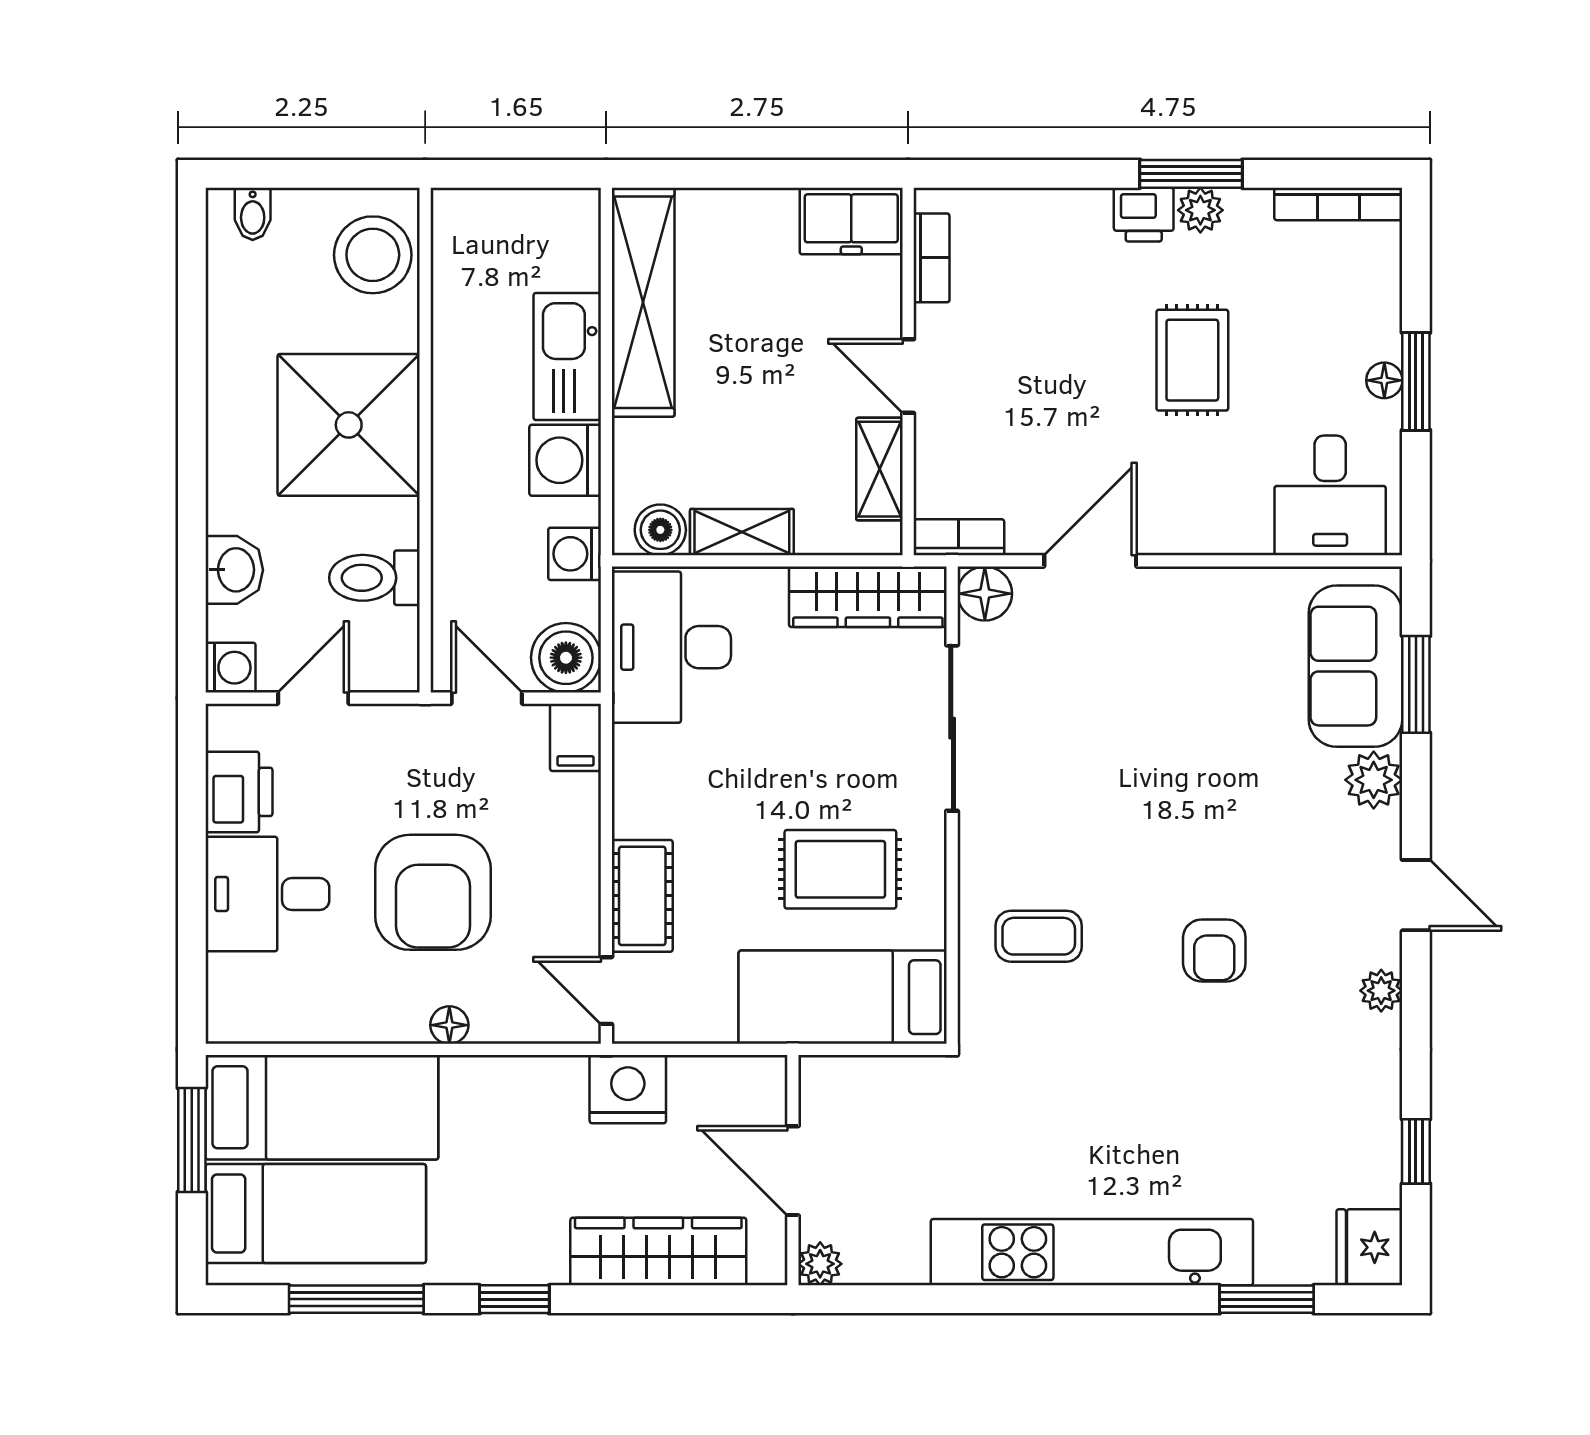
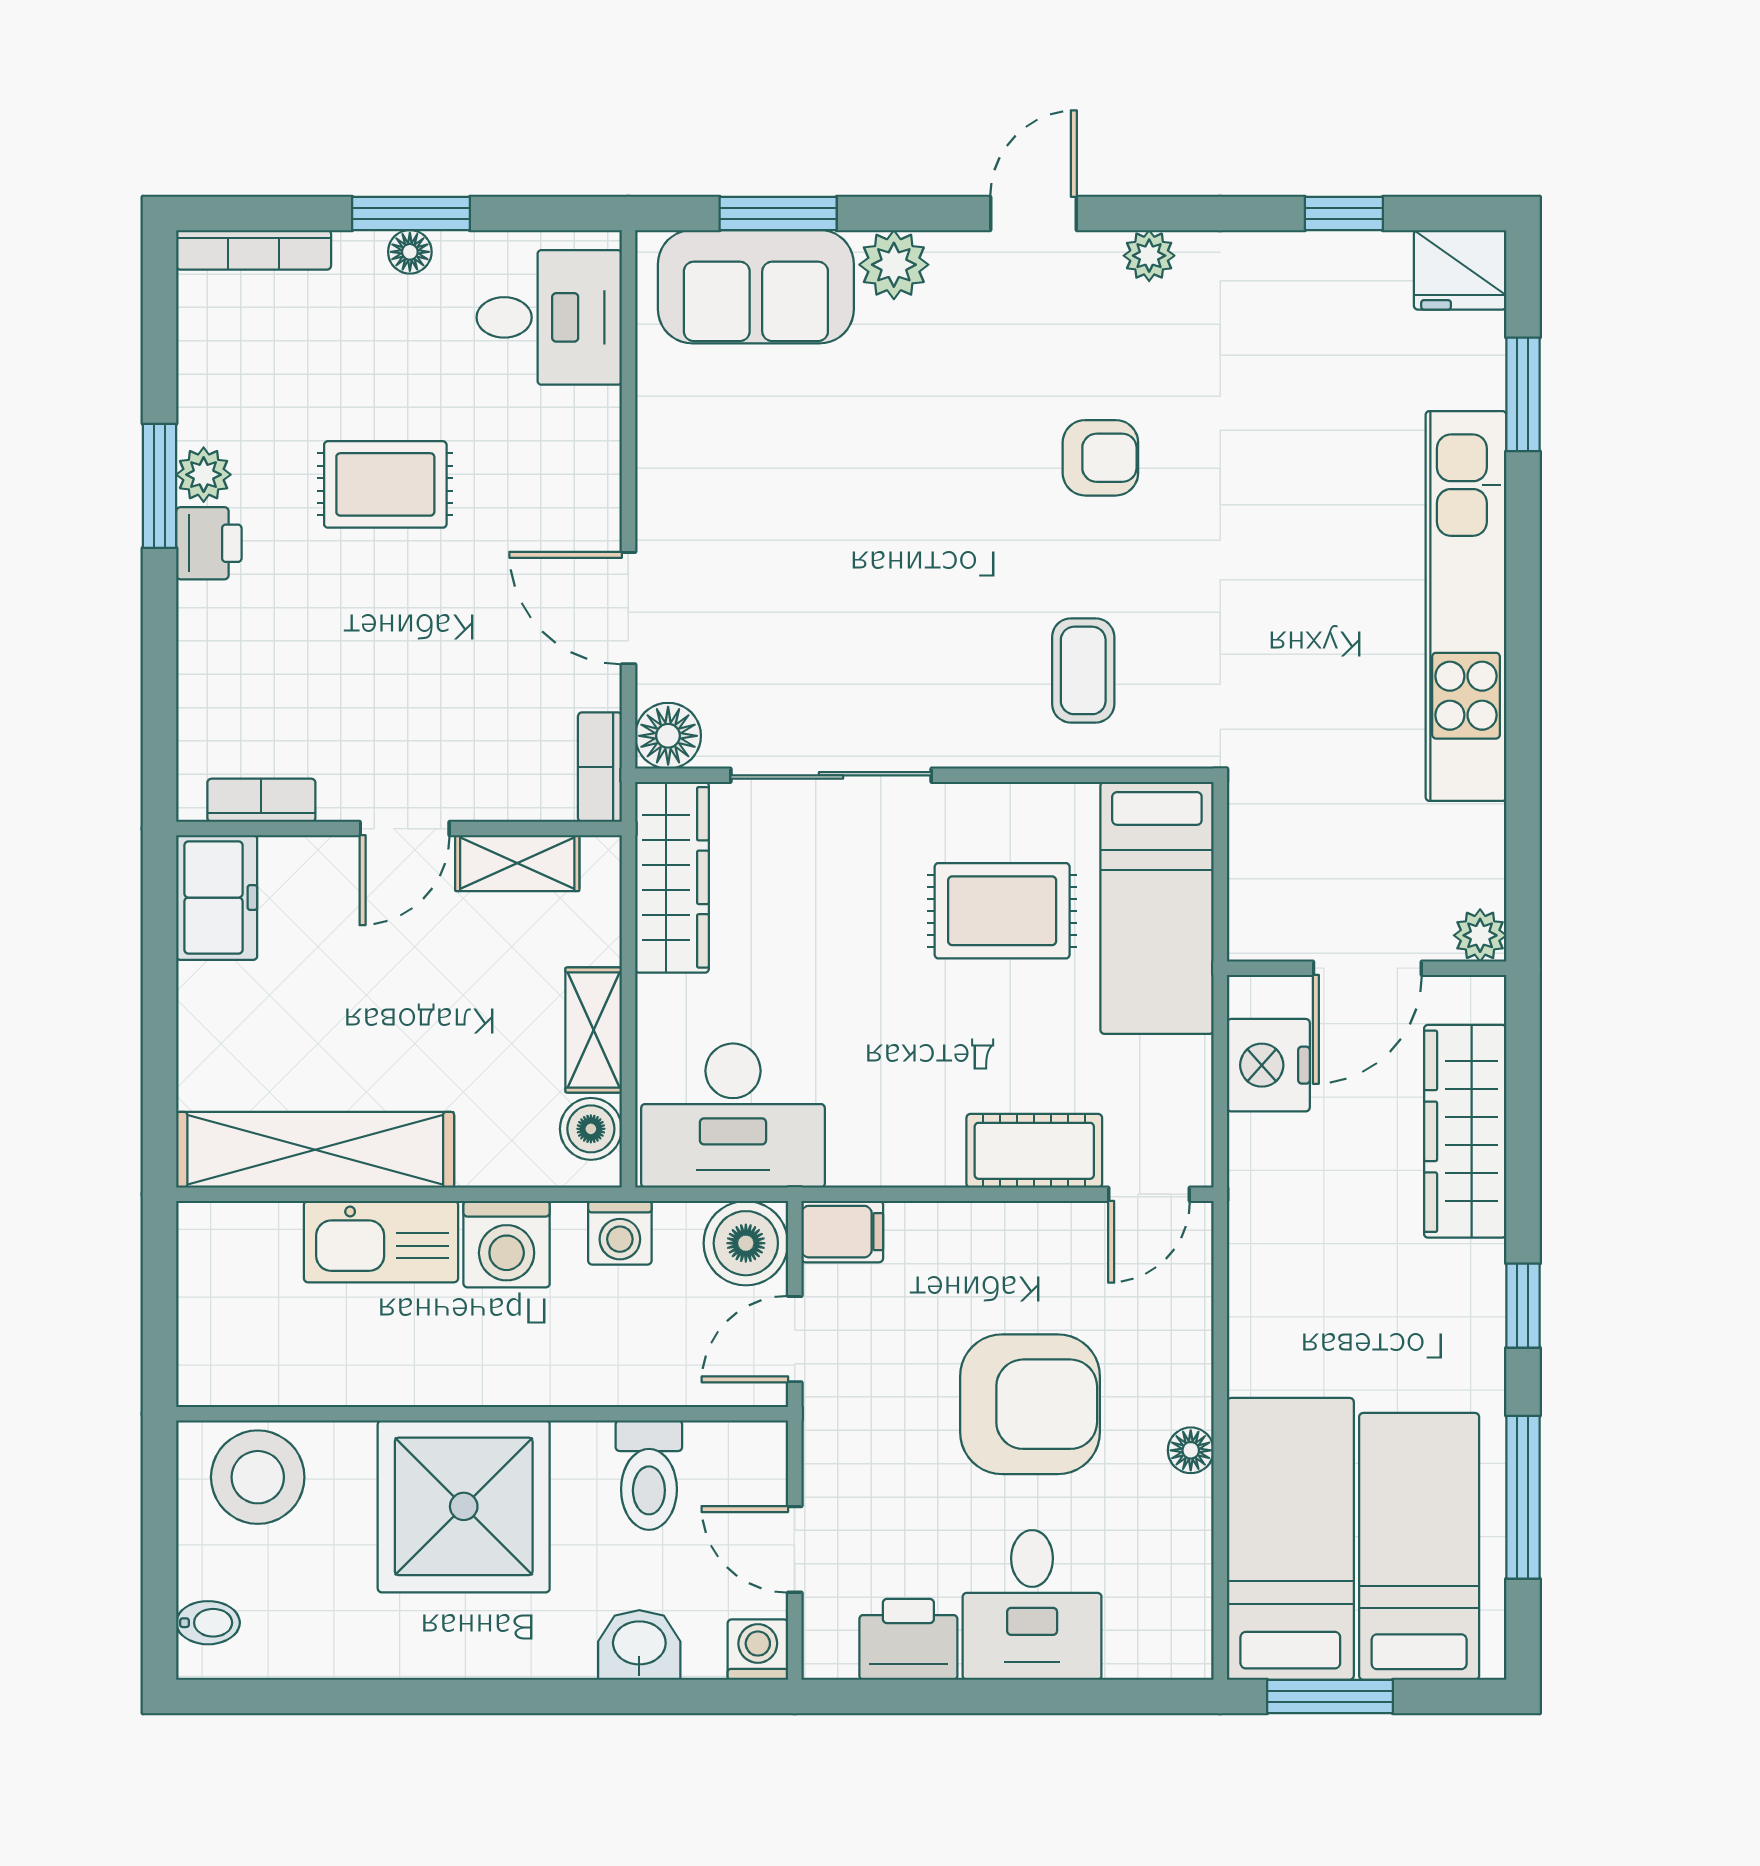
bookcase: (1338, 204) -> (254, 250), moved, turned 90
rug: (840, 869) -> (1002, 911), turned 90
floor lamp: (449, 1025) -> (1191, 1450), moved
nightstand: (628, 1089) -> (1268, 1065), moved

